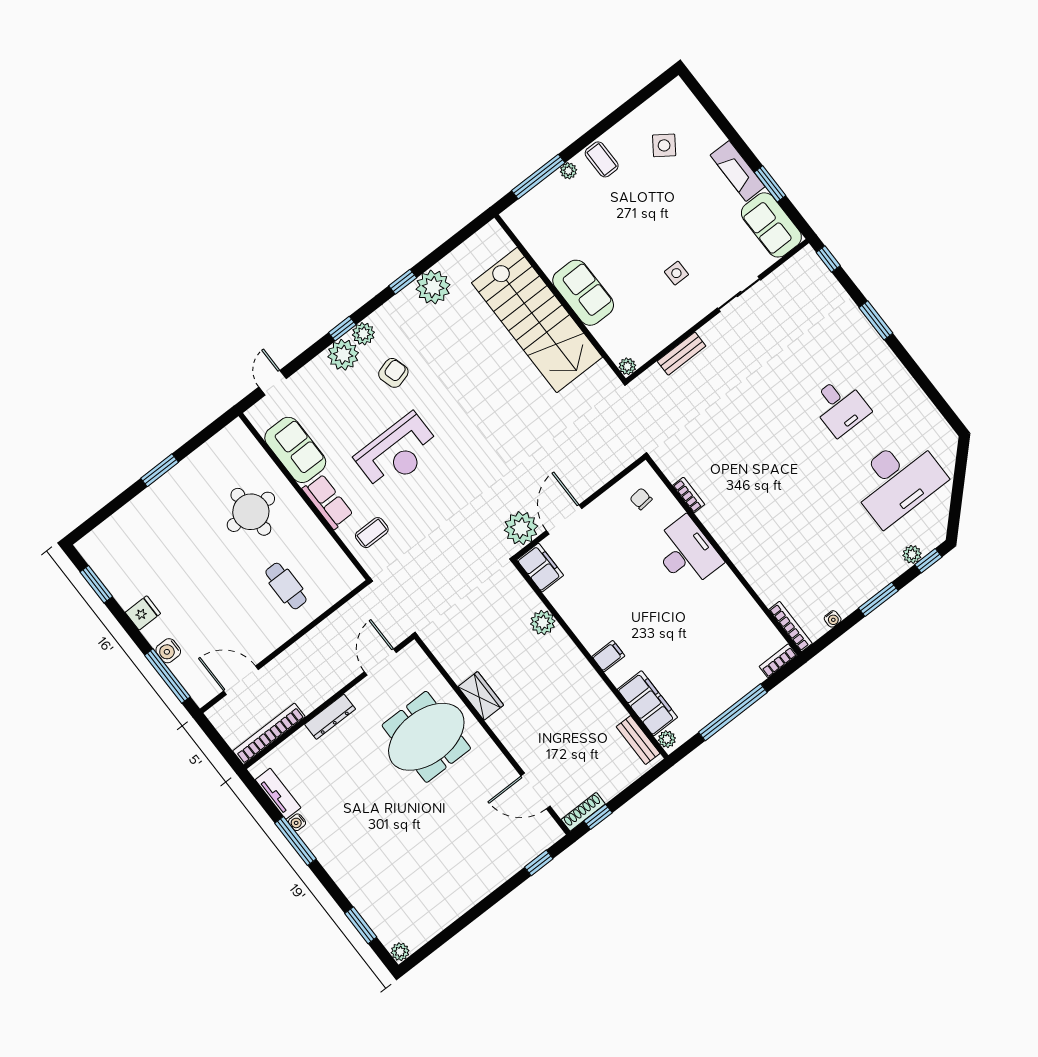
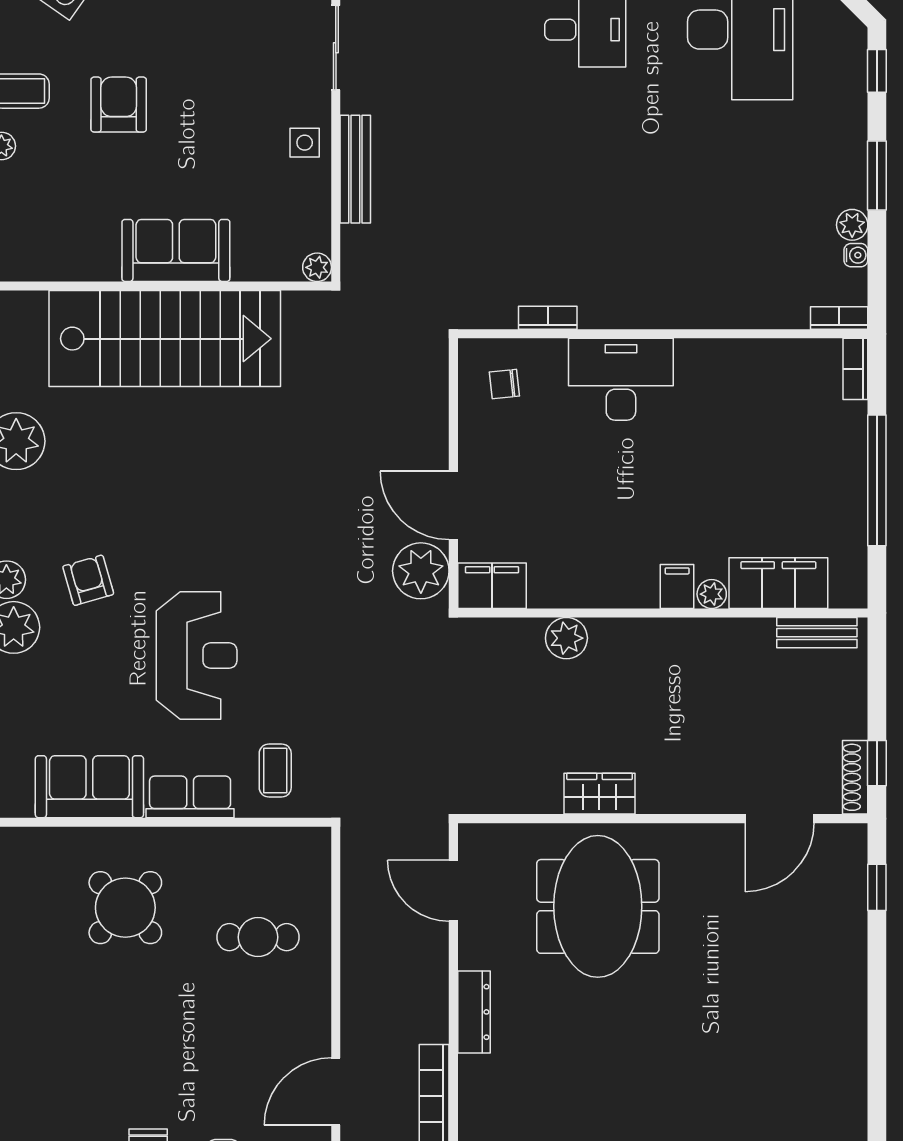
armchair: (632, 211) -> (119, 105), added
side table: (676, 273) -> (305, 143), moved
bench: (682, 354) -> (355, 169), width x1.36
round table: (251, 512) -> (125, 908), turned 45
plant: (912, 554) -> (852, 225), moved
bookcase: (791, 626) -> (839, 318), width x0.64
plant: (667, 739) -> (712, 594), moved

